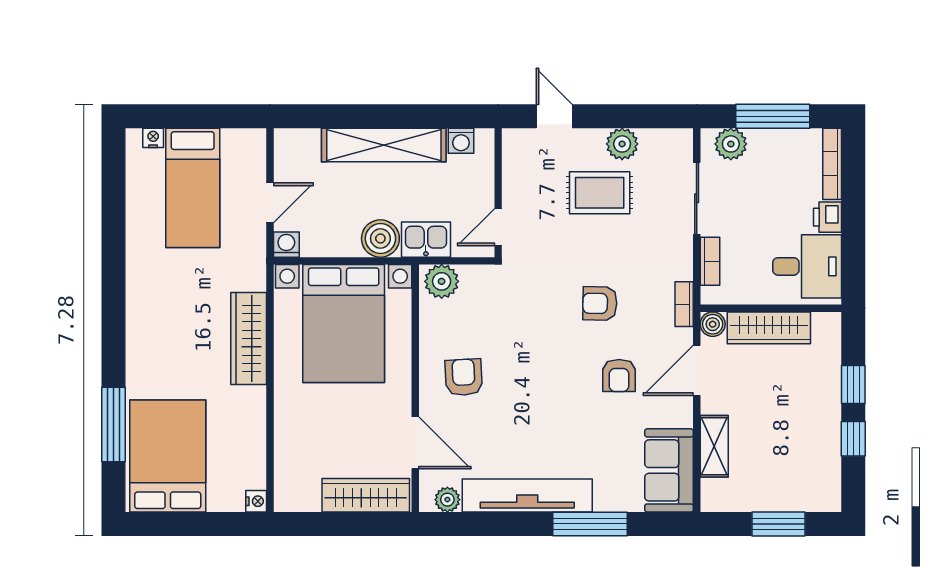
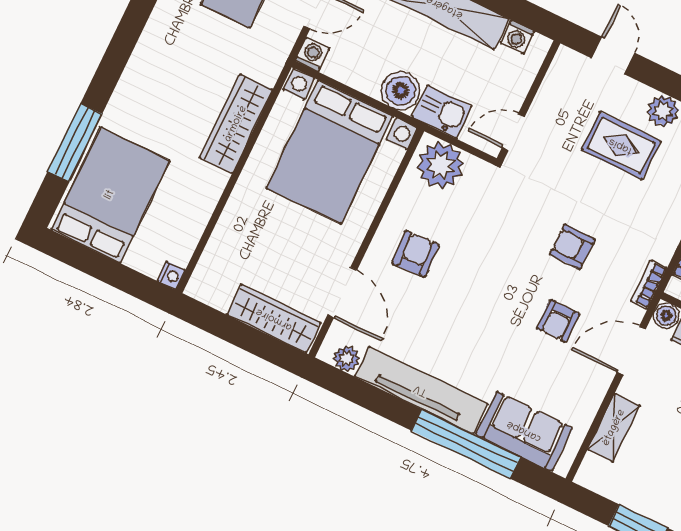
plant: (442, 281) -> (440, 165), width x1.36, depth x1.36
sofa: (669, 470) -> (524, 431), moved, turned 90
window: (590, 524) -> (466, 444), width x1.46

